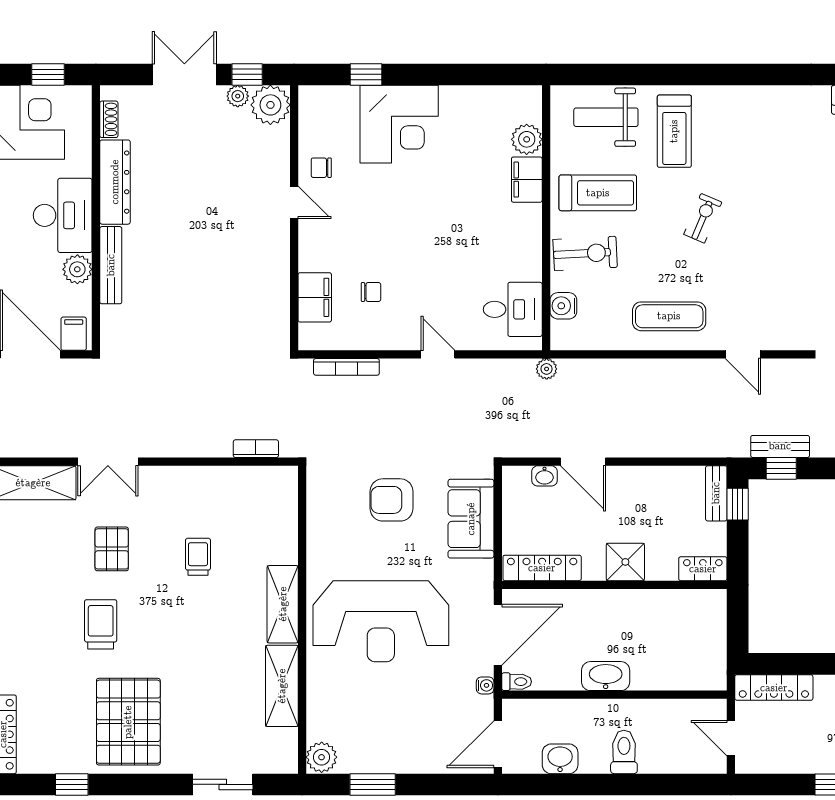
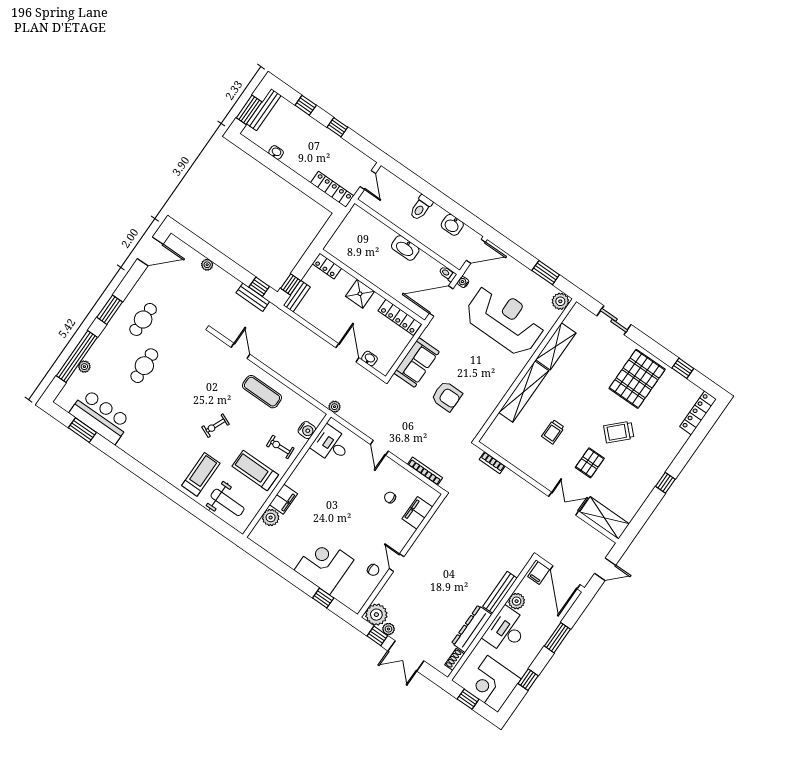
exercise bike: (585, 253) -> (280, 447), width x0.73, depth x0.72
shelving: (283, 604) -> (524, 392), width x1.47
reception desk: (381, 621) -> (505, 320), moved
trolley: (101, 624) -> (619, 432), turned 45

